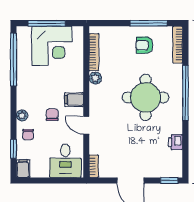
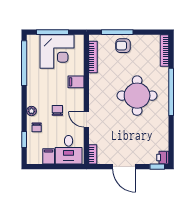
window: (149, 23) -> (117, 32), moved
armchair: (144, 45) -> (123, 46), moved
plant: (95, 78) -> (94, 79), removed
filing cabinet: (74, 100) -> (76, 82), moved
printer: (176, 142) -> (163, 158), moved
filing cabinet: (23, 169) -> (49, 156), moved

